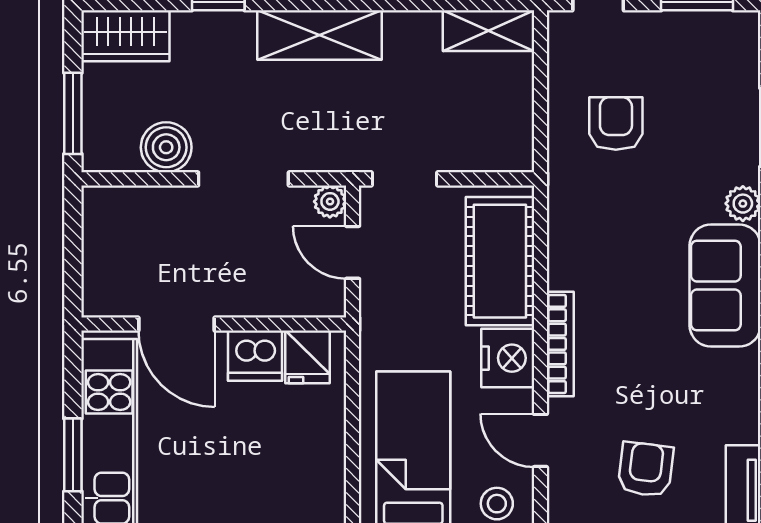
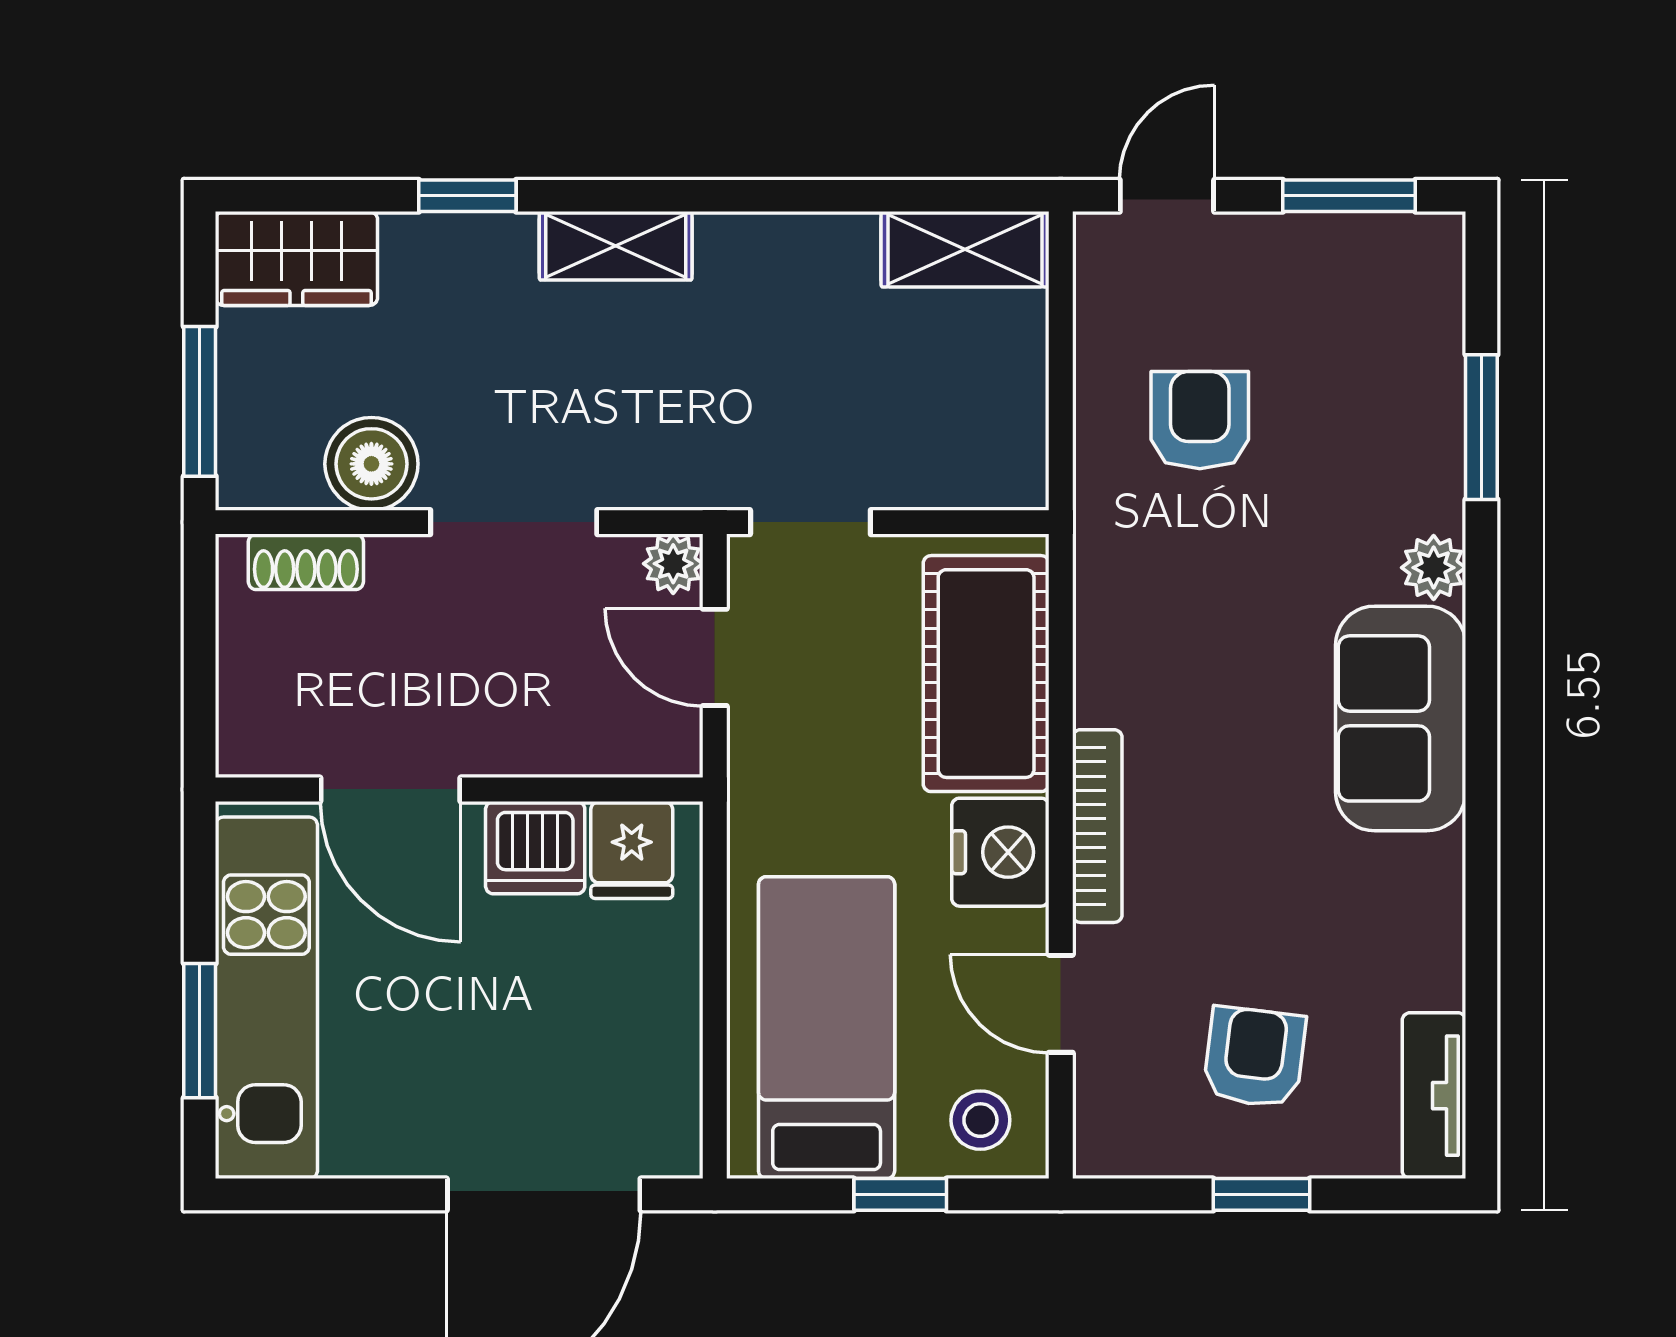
shelving: (319, 35) -> (616, 246), width x0.67, depth x0.75
shoe rack: (131, 200) -> (306, 562), added

